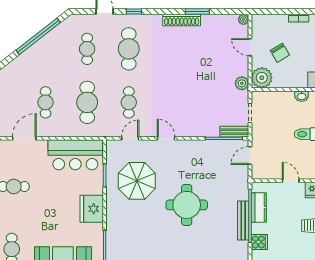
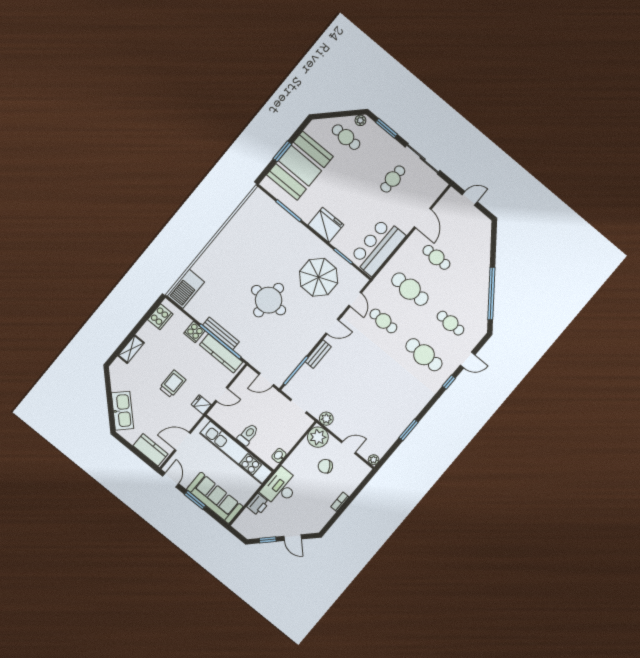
shoe rack: (182, 20) -> (412, 413), removed
bench: (234, 132) -> (318, 354), moved
door: (250, 156) -> (266, 379), swing flipped
kitchen counter: (259, 208) -> (221, 353), width x1.50

